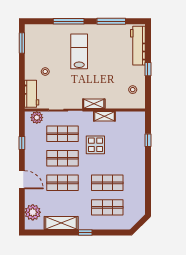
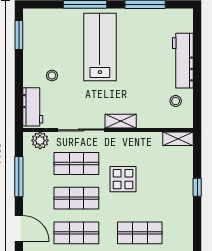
workbench: (138, 46) -> (183, 61), moved
lab bench: (79, 51) -> (100, 47), width x1.36, depth x1.39
window: (148, 69) -> (197, 72), removed
shelving: (104, 116) -> (178, 139), moved
window: (148, 140) -> (197, 187), moved
window: (22, 143) -> (19, 177), width x2.17

